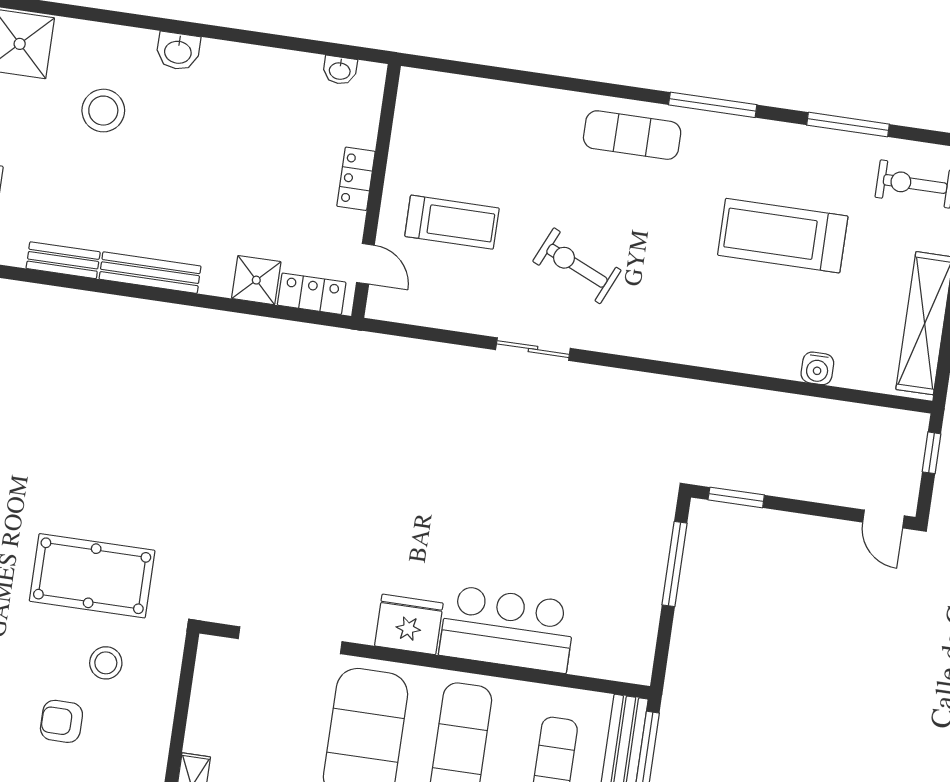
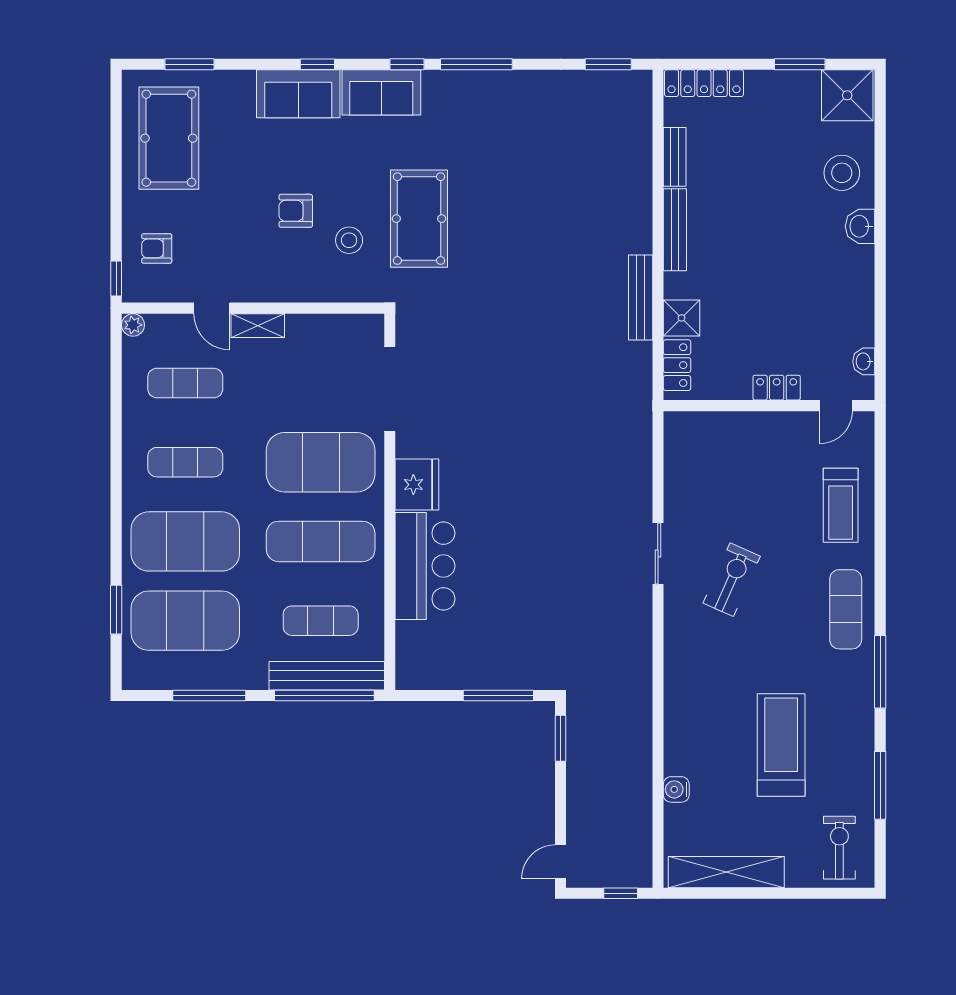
stool: (103, 111) -> (842, 173), moved
treadmill: (452, 222) -> (841, 505), moved
door: (365, 264) -> (836, 406), moved
bench: (225, 325) -> (641, 297), added
armchair: (61, 721) -> (296, 211), turned -90

